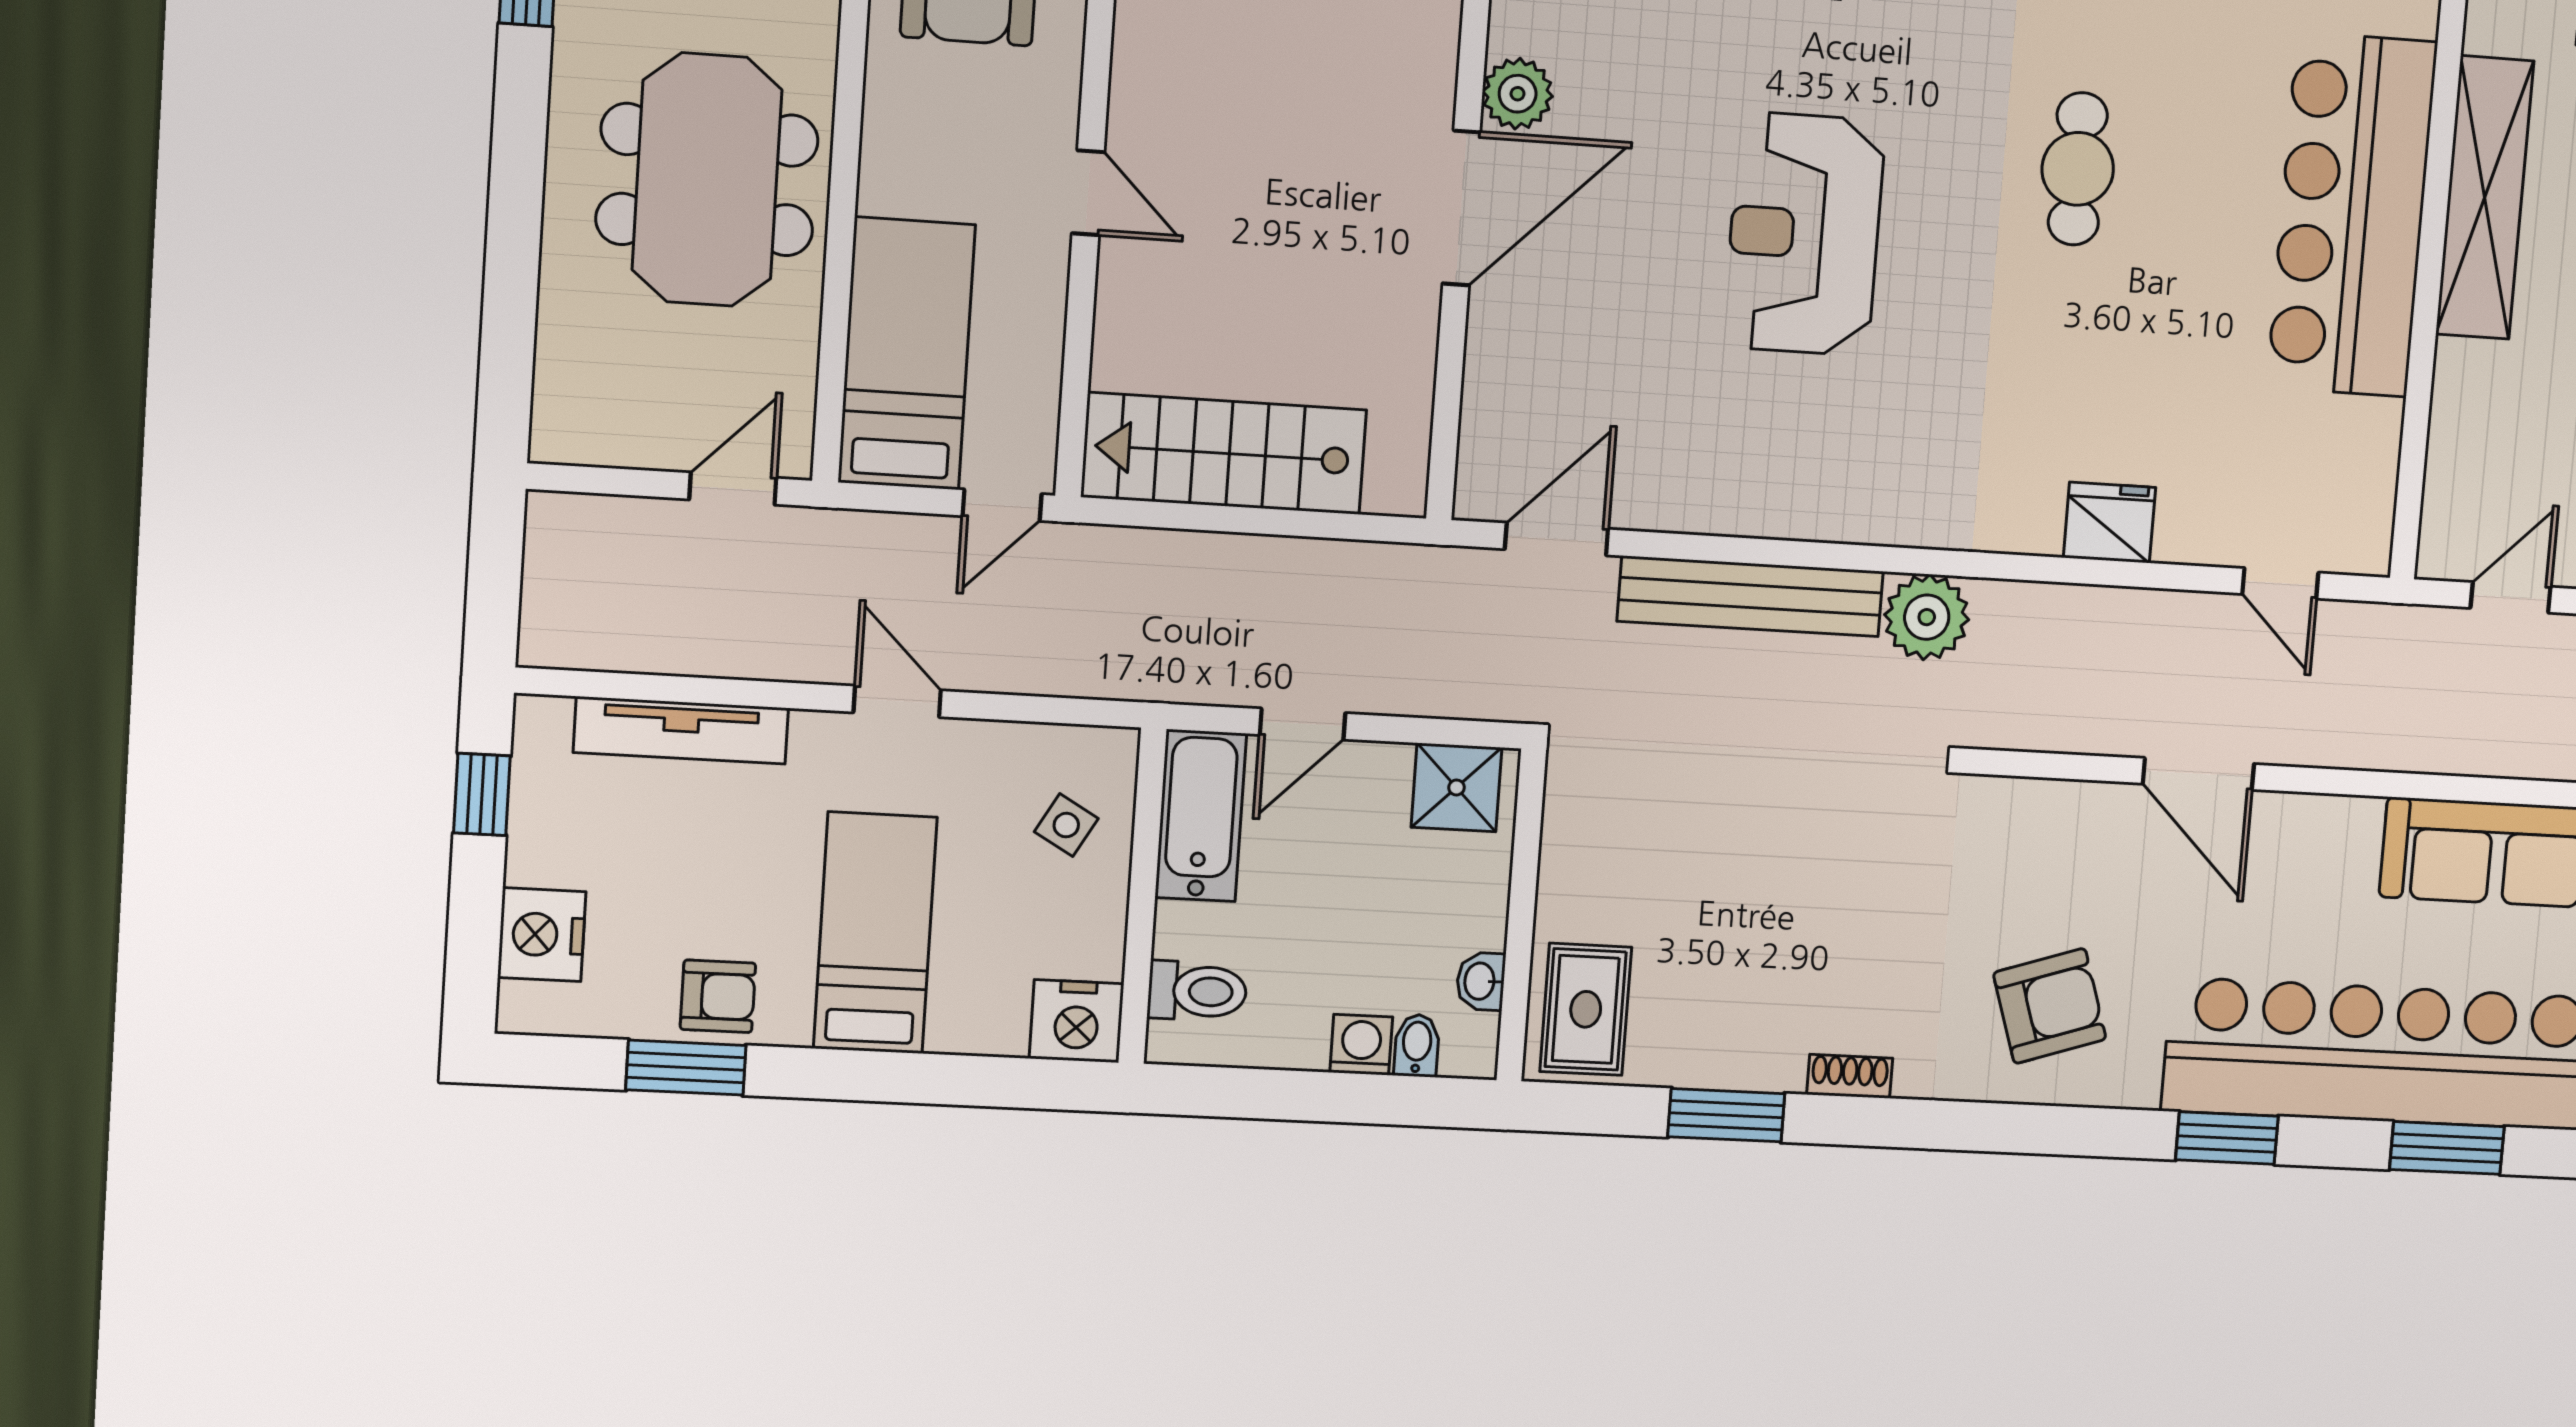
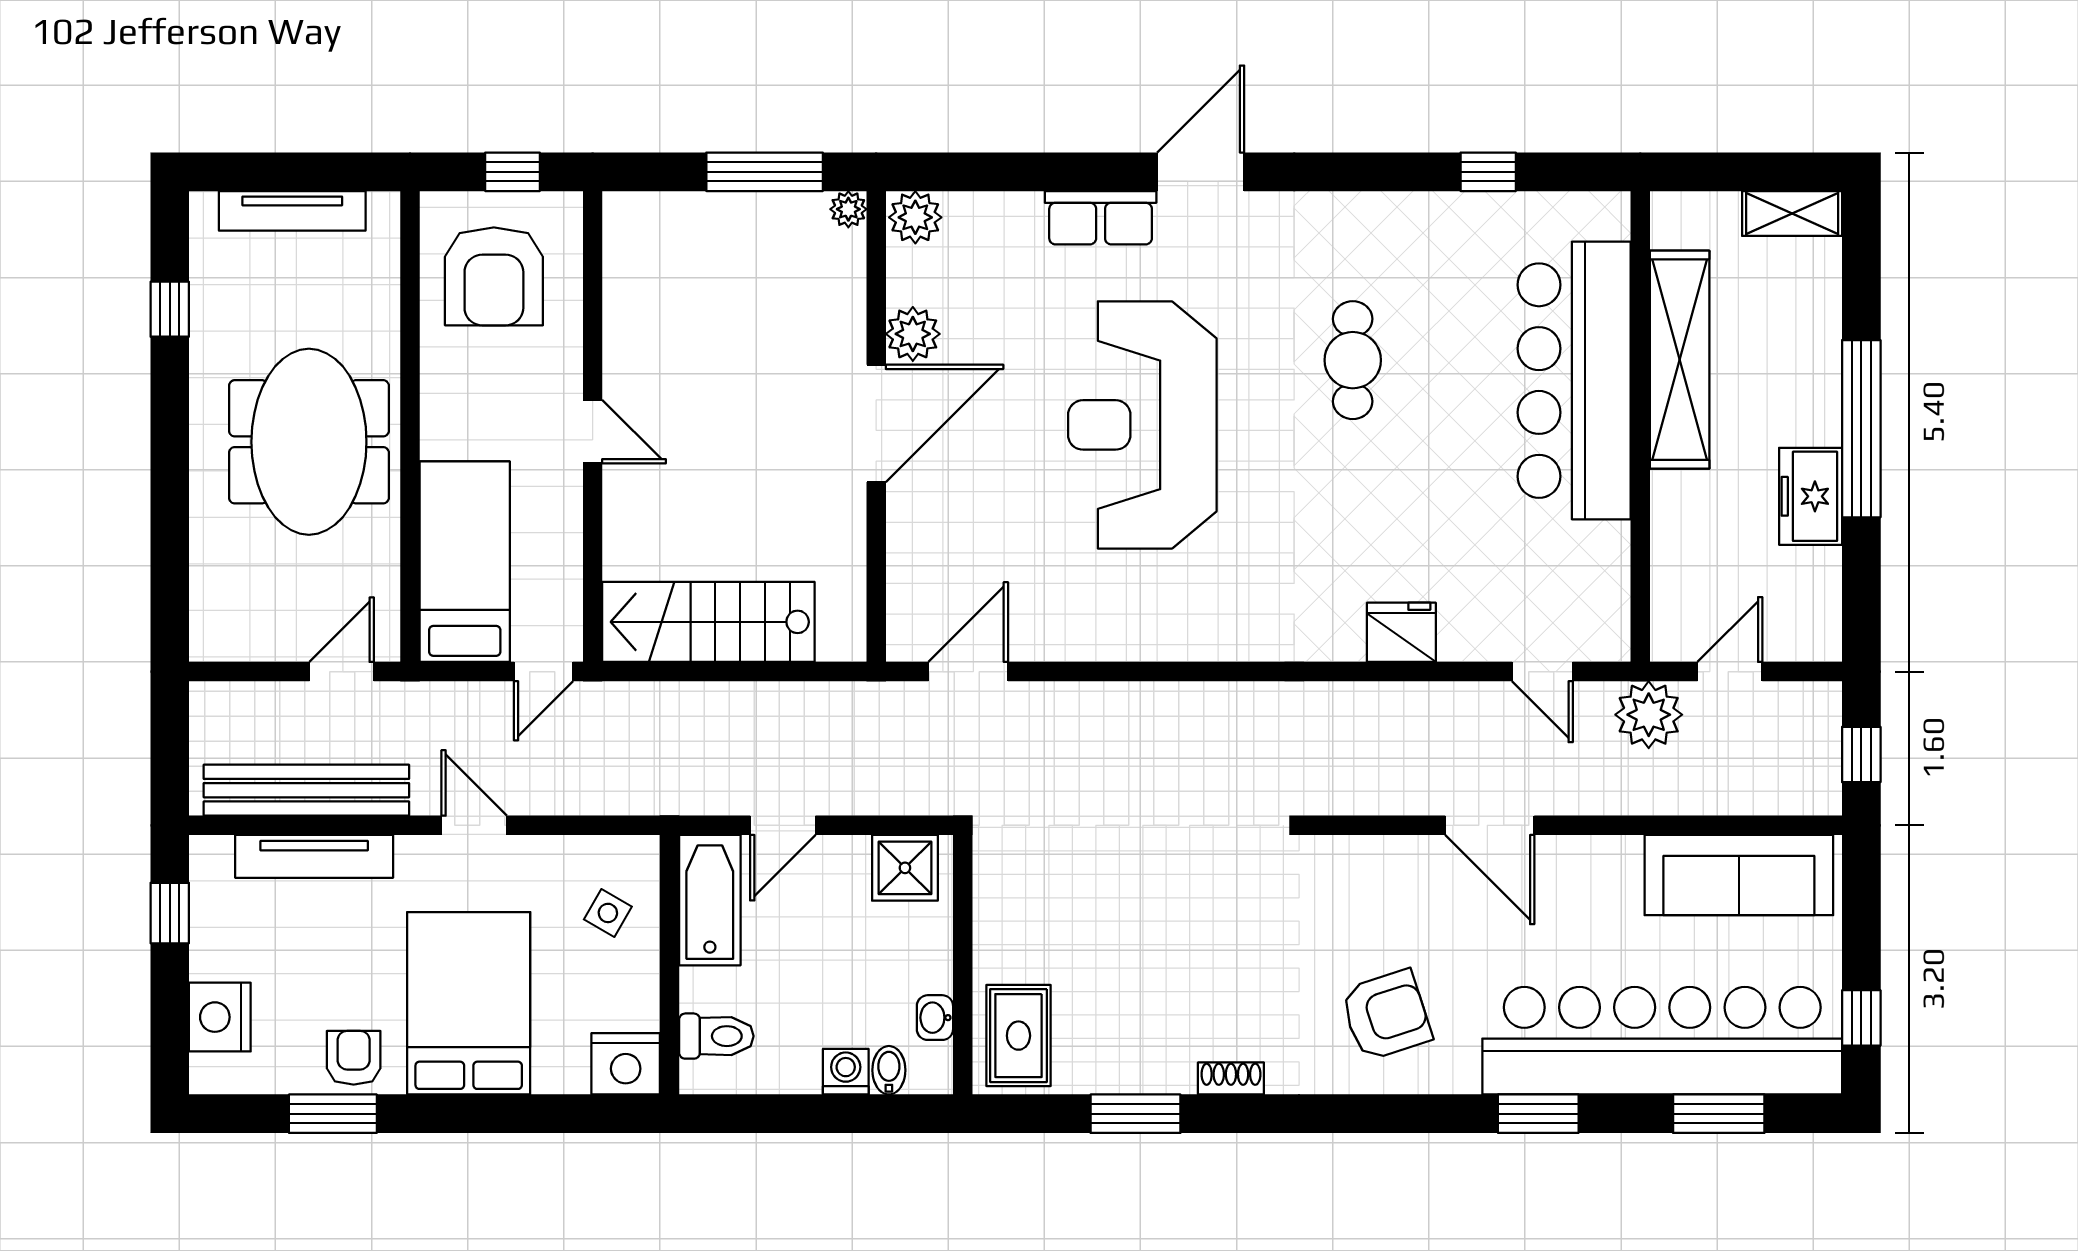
reception desk: (1804, 234) -> (1142, 425), width x1.36, depth x1.30
bench: (1750, 596) -> (306, 790), moved
plant: (1927, 617) -> (1649, 715), moved
bed: (875, 933) -> (469, 1003), width x1.50
armchair: (718, 996) -> (354, 1058), turned -90

